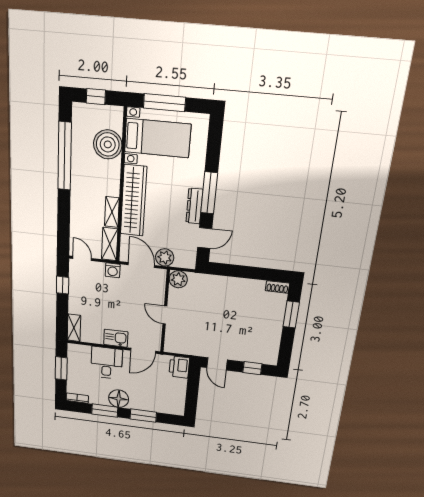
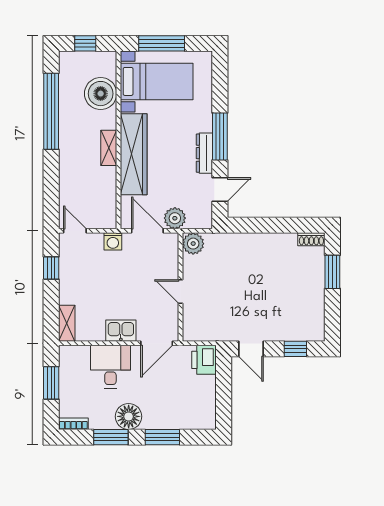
shelving: (112, 212) -> (109, 148), moved
shelving: (110, 244) -> (108, 209), removed

